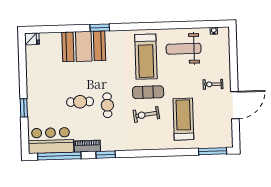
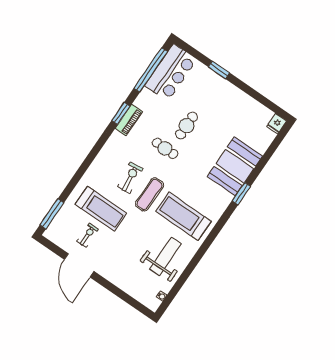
exercise bike: (213, 84) -> (88, 235), moved
piano: (87, 146) -> (129, 120), moved

